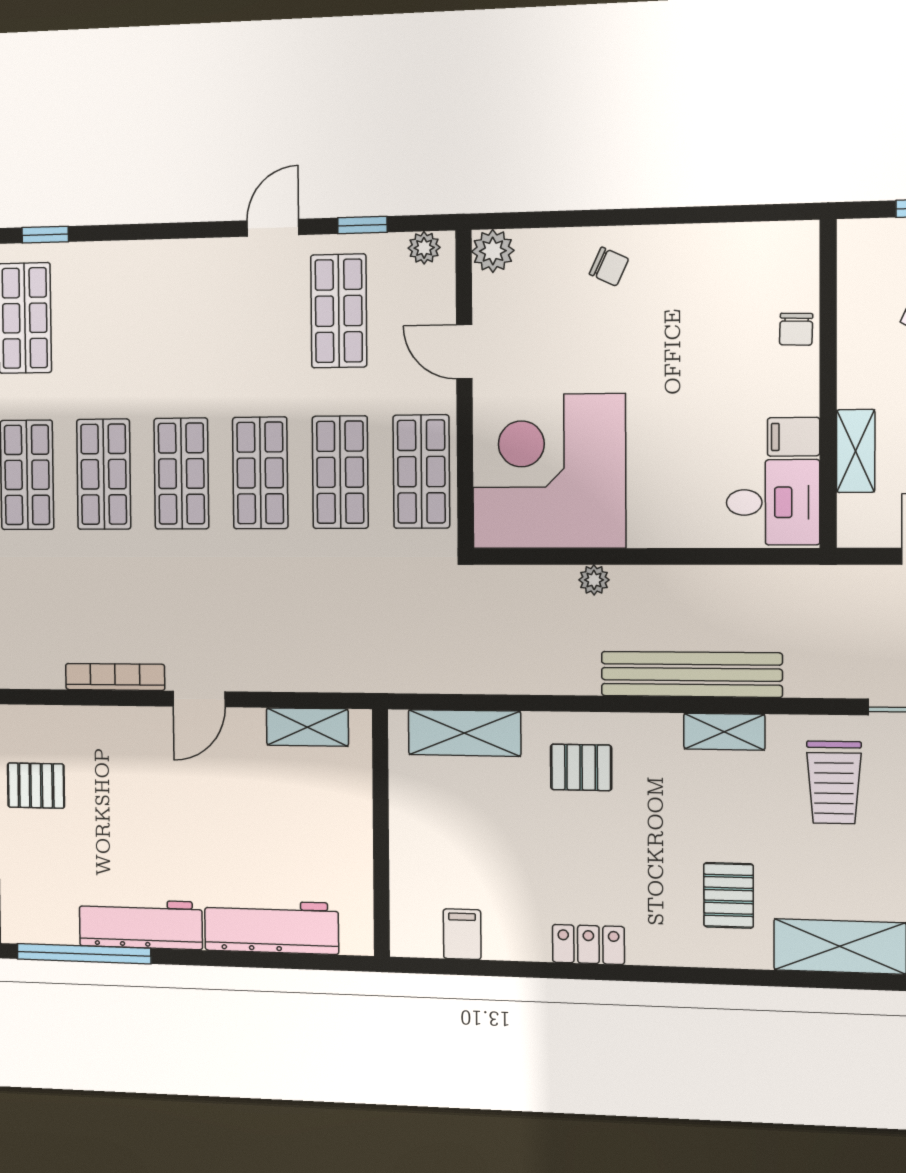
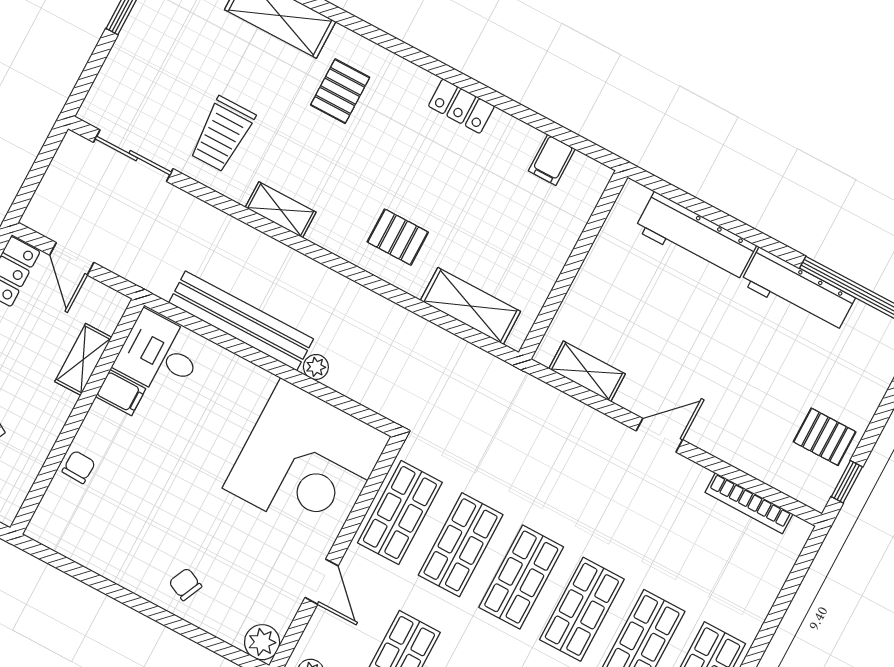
bench: (691, 674) -> (241, 321), moved
bookcase: (115, 677) -> (749, 503), moved
trolley: (834, 782) -> (222, 134), turned 180

